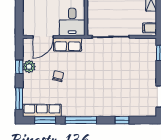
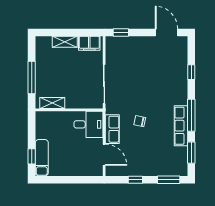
filing cabinet: (150, 28) -> (89, 43), width x2.00
plant: (29, 67) -> (135, 169), removed
chair: (58, 76) -> (140, 121), moved
row of seats: (42, 110) -> (181, 126), moved

